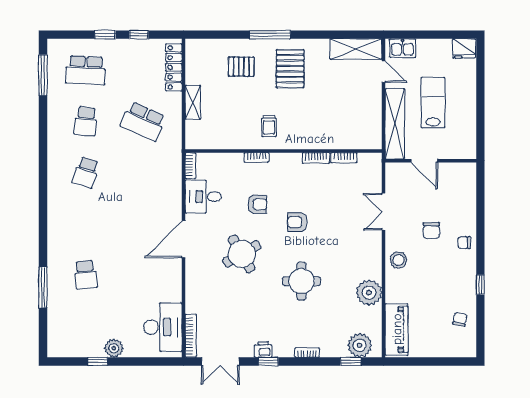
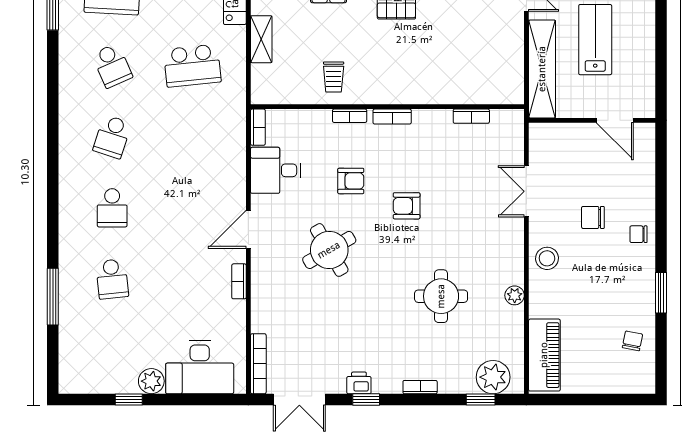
school desk: (86, 121) -> (112, 66), turned -30
school desk: (143, 121) -> (192, 66), turned -30
trolley: (269, 126) -> (334, 77), moved
bookcase: (316, 158) -> (392, 117), moved
door: (424, 161) -> (615, 120), moved
school desk: (86, 224) -> (112, 208), added
chair: (431, 231) -> (593, 217), turned 90
door: (184, 239) -> (248, 229), width x0.73
bookcase: (177, 276) -> (239, 281), added
round table: (301, 281) -> (441, 296), moved
window: (480, 285) -> (661, 293), width x1.50
plant: (369, 293) -> (515, 295), width x0.53, depth x0.53
desk: (163, 327) -> (200, 367), moved, turned 90

